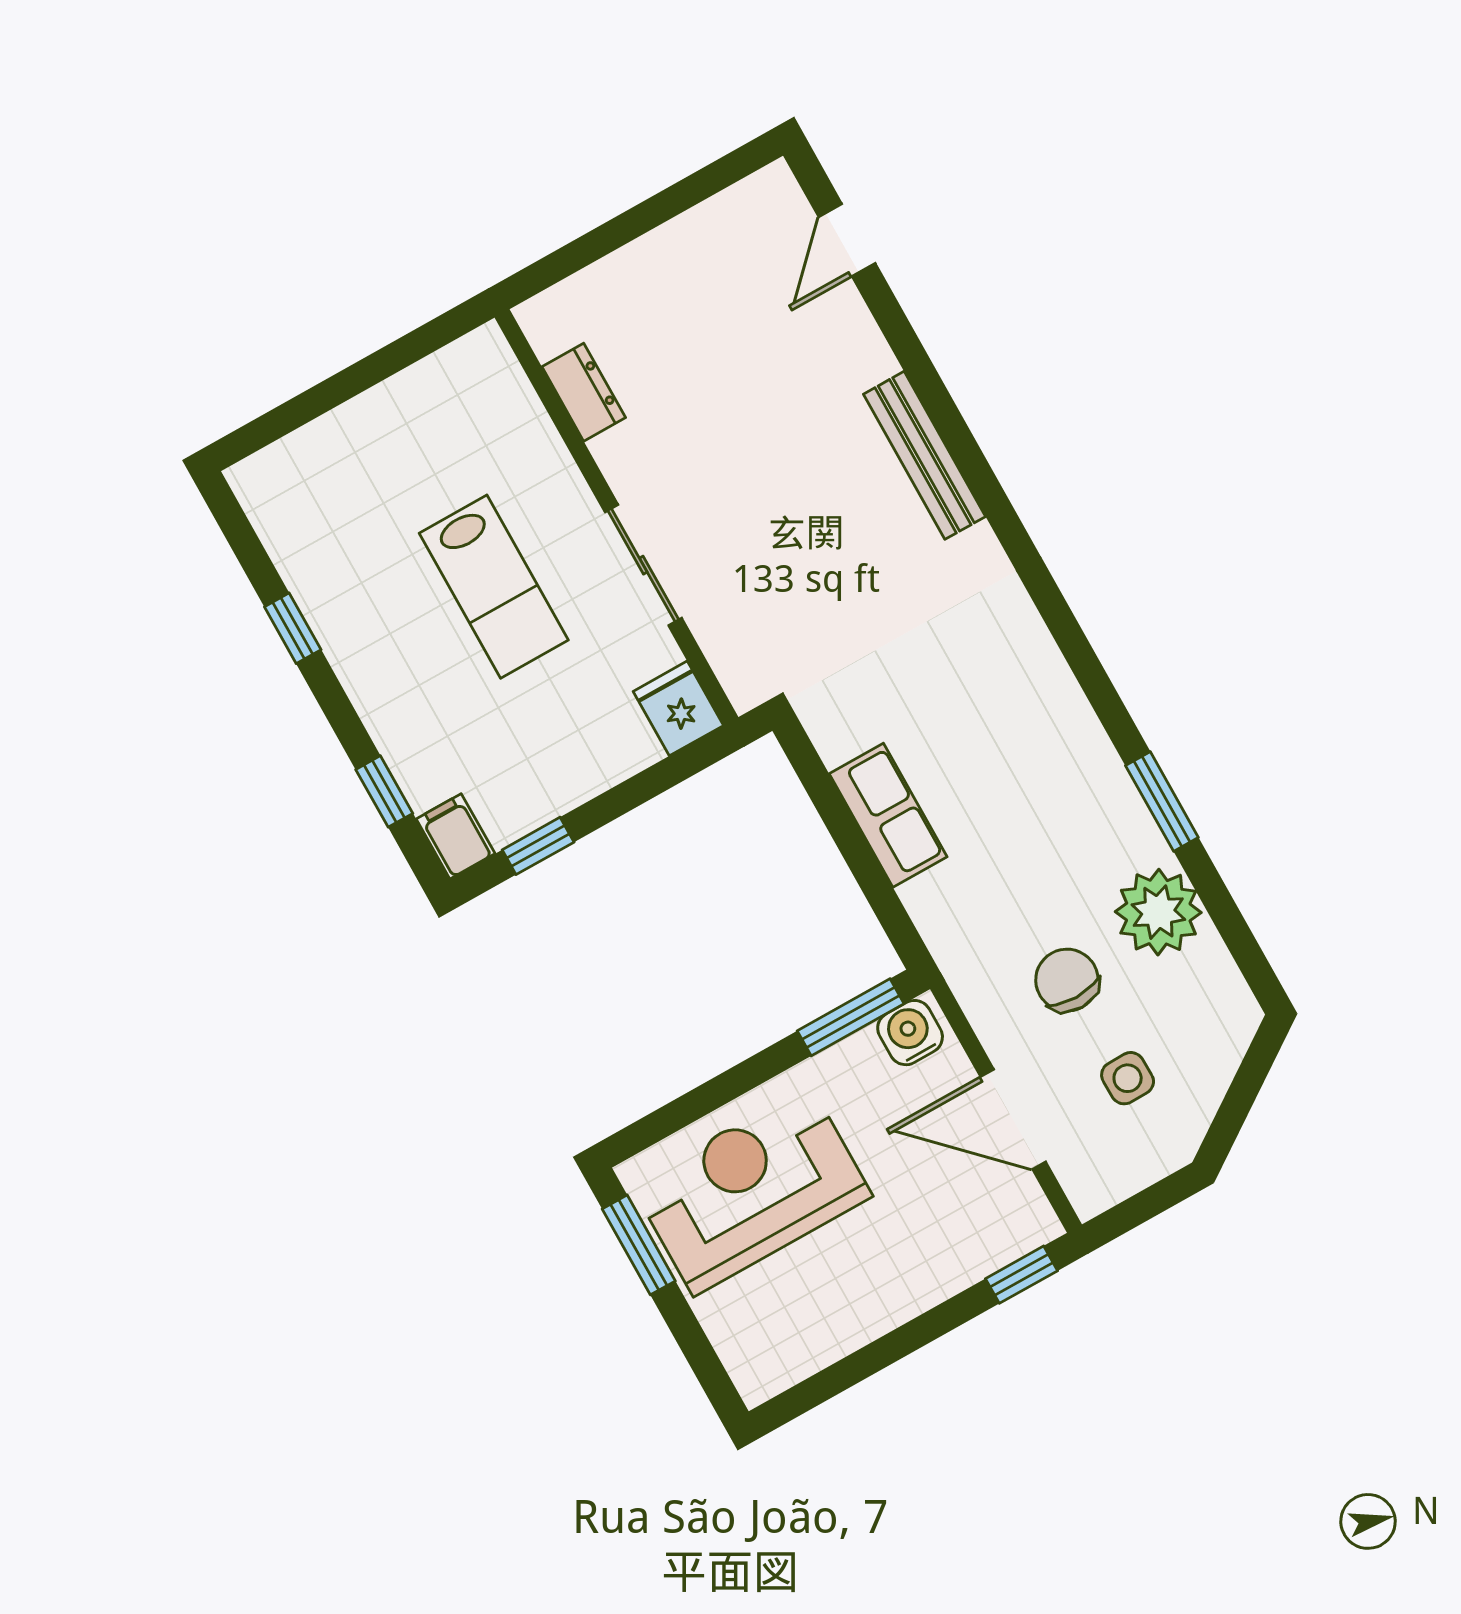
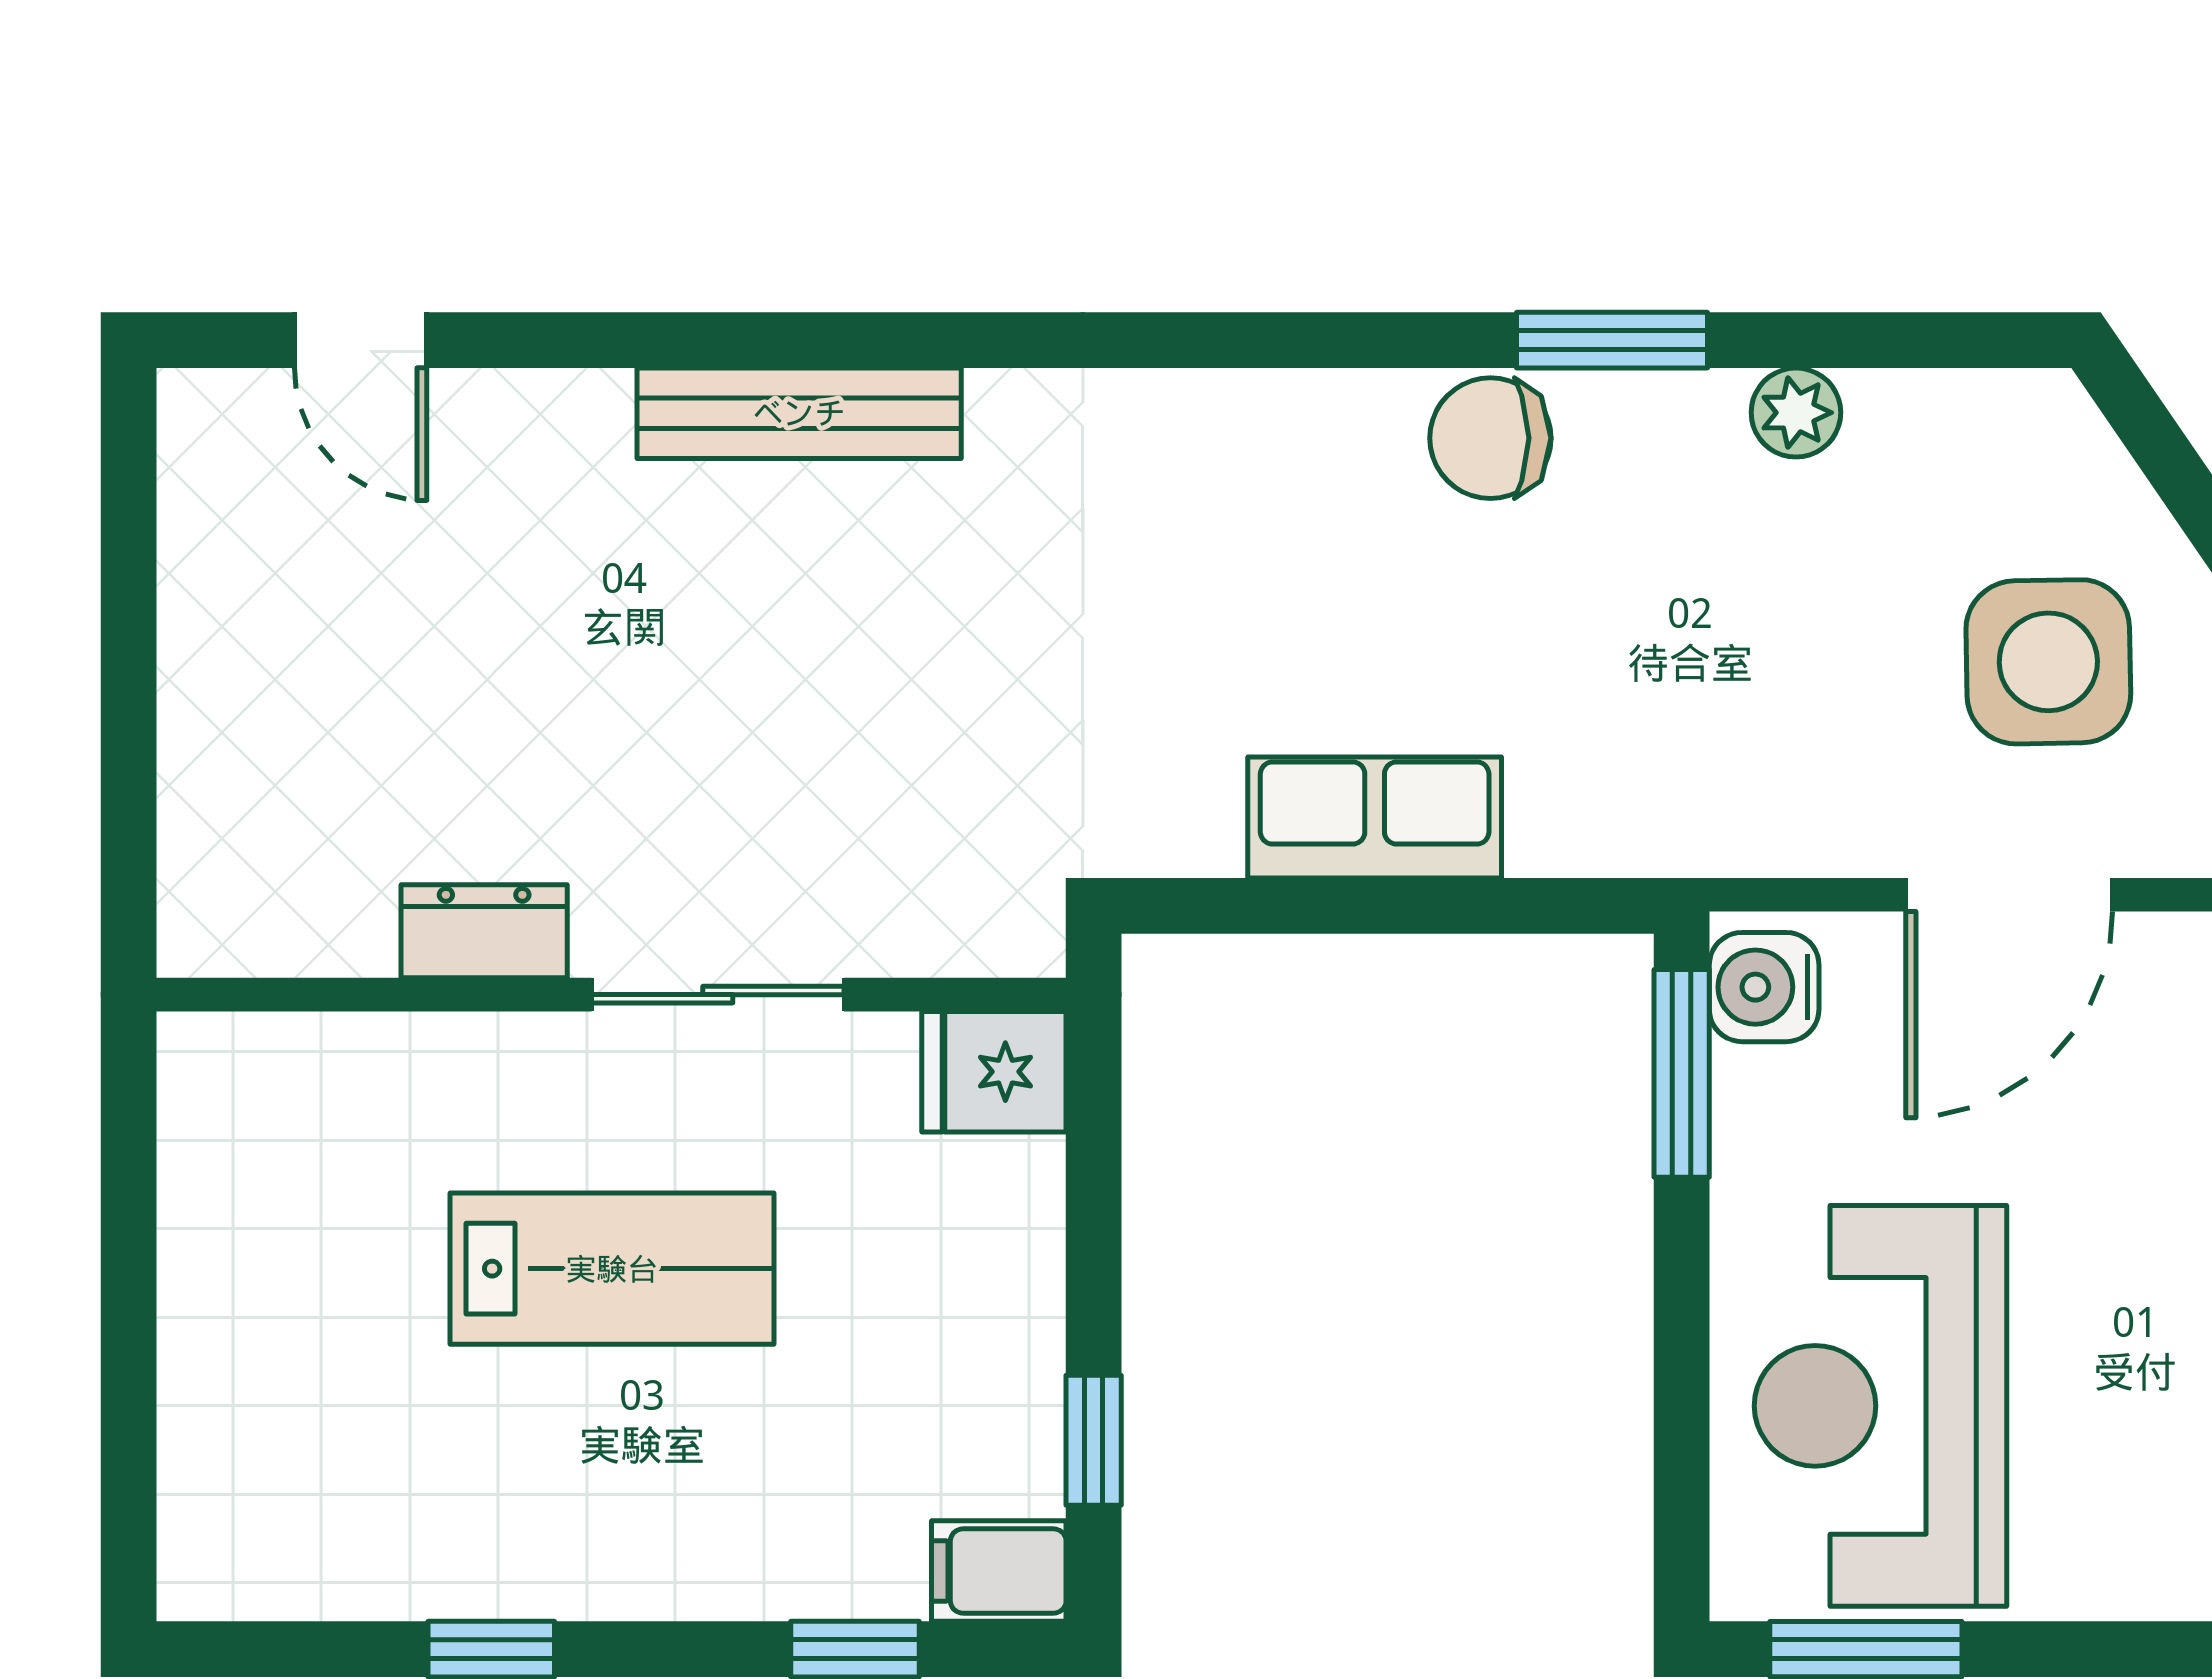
dresser: (584, 392) -> (484, 931), moved
plant: (1158, 912) -> (1796, 413), width x0.53, depth x0.53
chair: (1067, 980) -> (1490, 438), moved
side table: (1128, 1078) -> (2048, 662), width x1.87, depth x1.87

